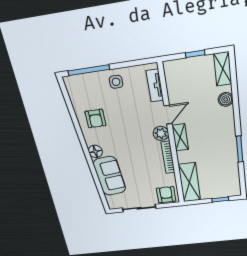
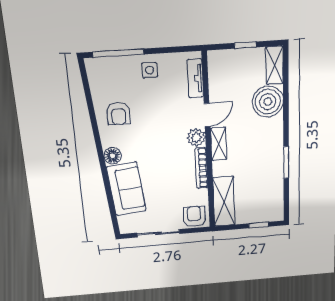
boiler: (226, 99) -> (268, 102), width x1.86, depth x1.86

